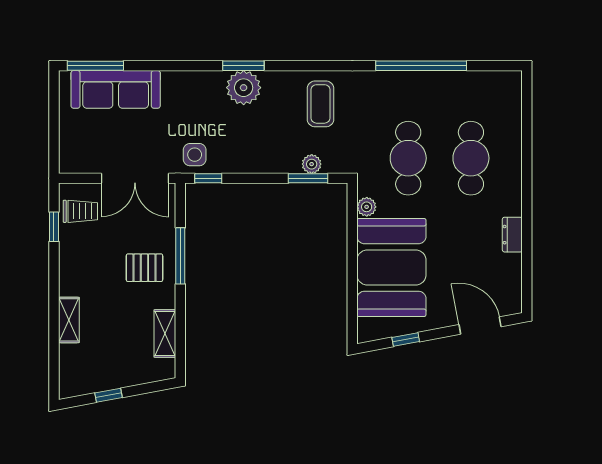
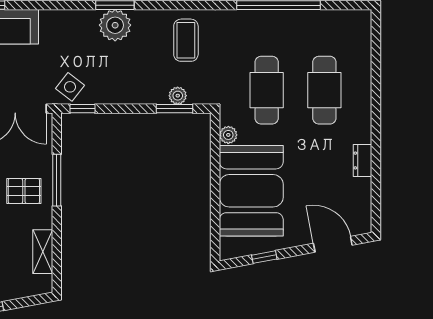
side table: (195, 155) -> (70, 87), turned 38

